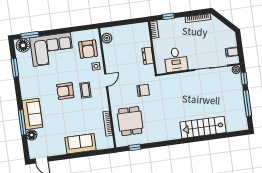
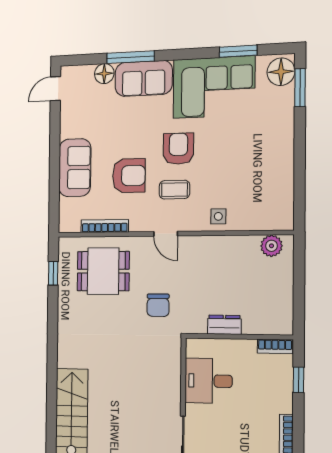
corner sofa: (52, 49) -> (214, 87), moved, turned -90
armchair: (88, 49) -> (129, 176), moved, turned 180
door: (106, 80) -> (166, 234), moved

